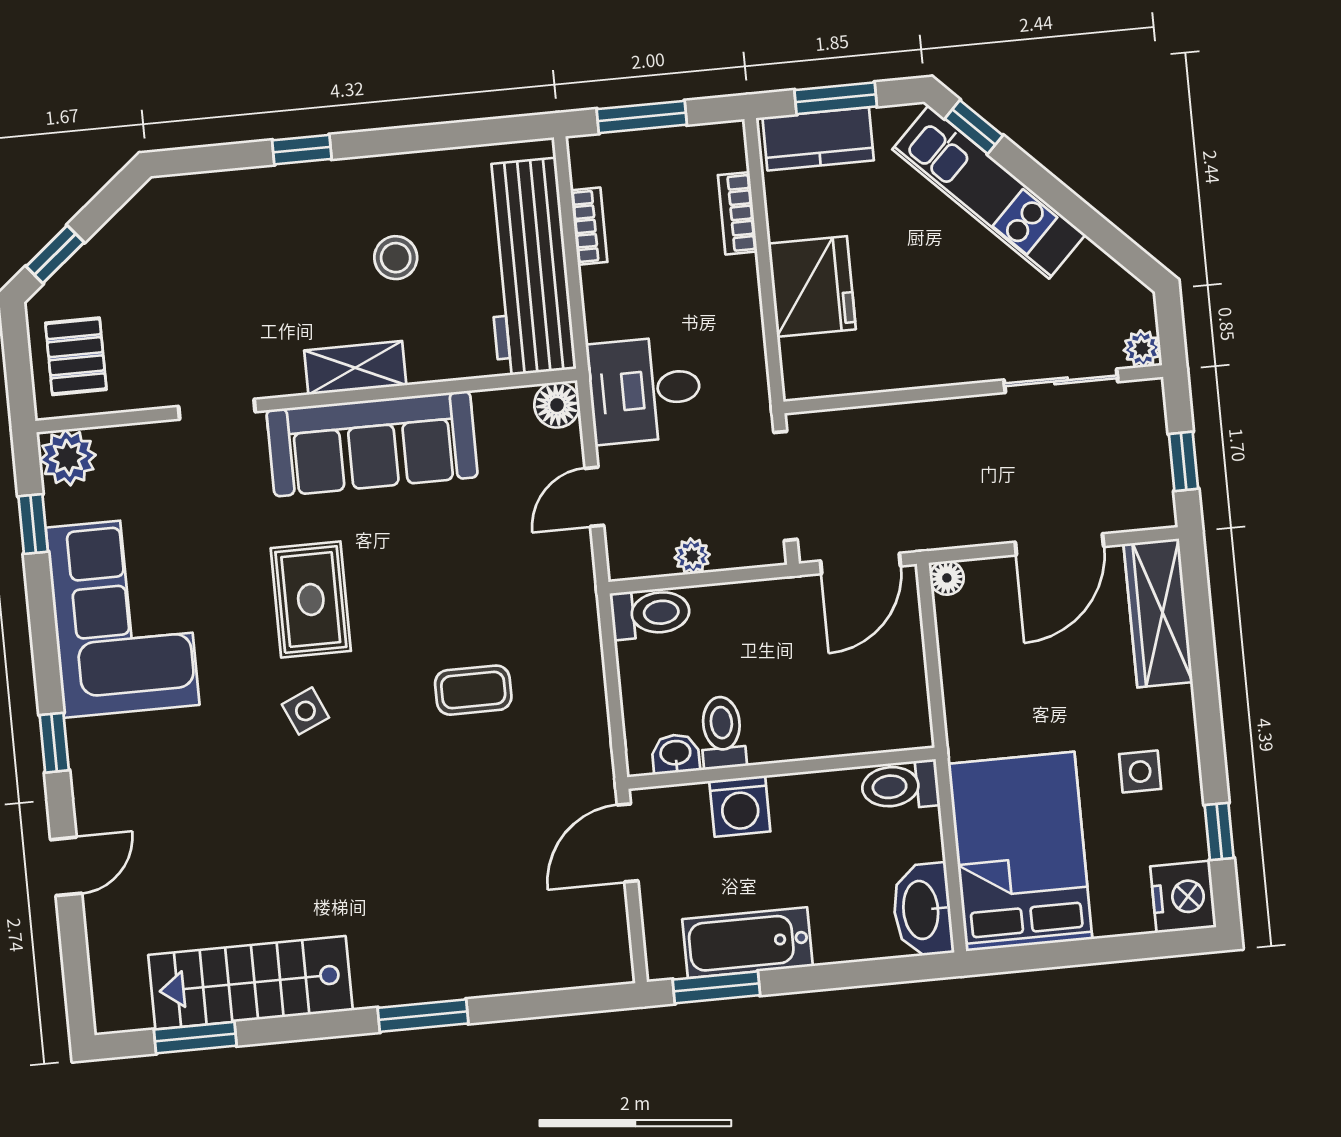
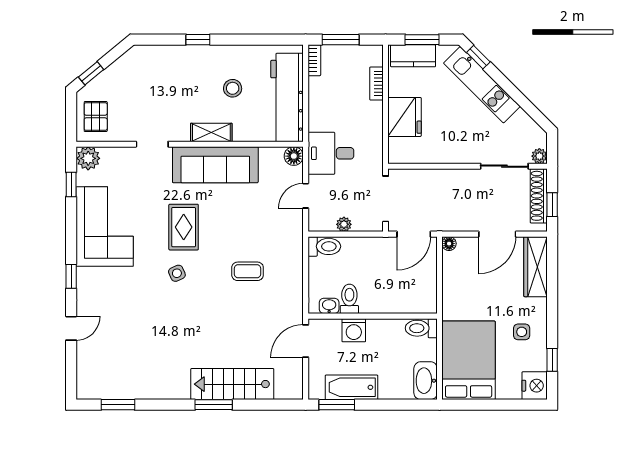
bookcase: (589, 226) -> (314, 60), moved
shoe rack: (1150, 444) -> (539, 196), added
stairs: (250, 983) -> (232, 384), moved

